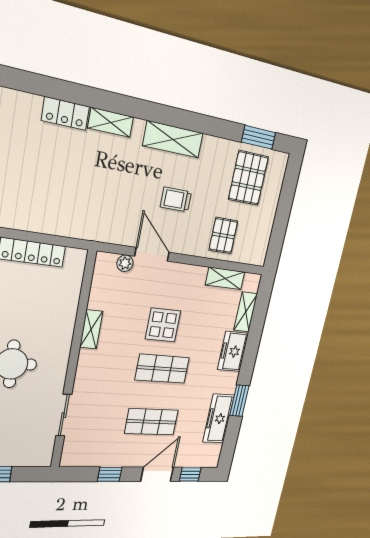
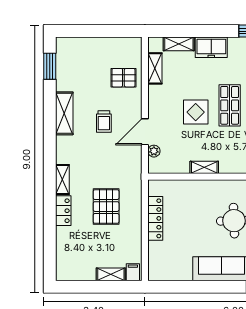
shelving: (173, 139) -> (64, 113), moved
pallet: (248, 178) -> (106, 207), moved, turned 90

